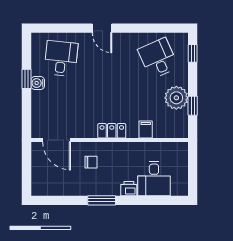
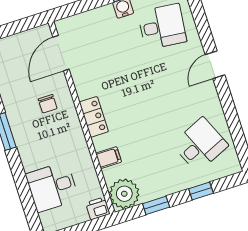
window: (193, 53) -> (201, 191), moved
plant: (176, 98) -> (124, 194), moved
printer: (129, 189) -> (98, 208), moved, turned -90

